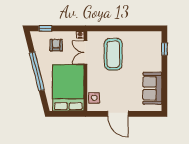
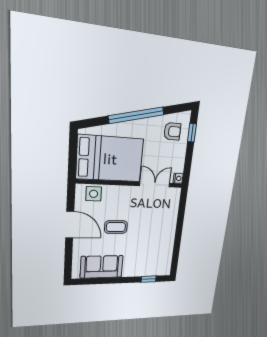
armchair: (56, 45) -> (172, 131), moved
coffee table: (113, 54) -> (116, 227), moved, width x0.54, depth x0.58
door: (118, 114) -> (70, 225), swing flipped

